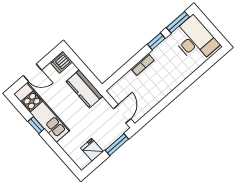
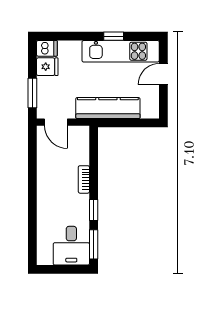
desk: (195, 40) -> (71, 246), width x0.73
dishwasher: (62, 63) -> (47, 48), moved, turned 90
kitchen counter: (84, 89) -> (108, 108), width x1.50

